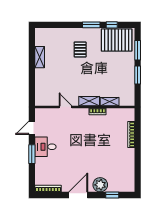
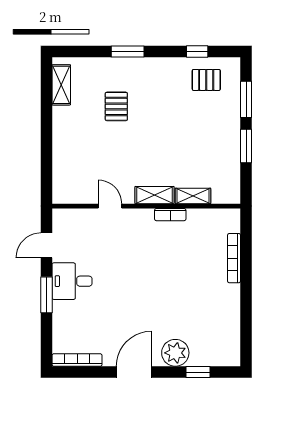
window: (91, 25) -> (128, 52), moved
pallet: (117, 40) -> (206, 80), width x0.49, depth x0.50
pallet: (80, 49) -> (116, 106), moved
shelving: (40, 57) -> (61, 85), moved

